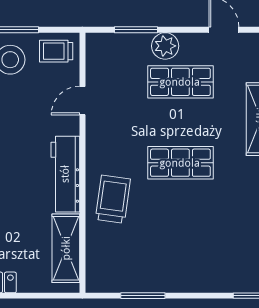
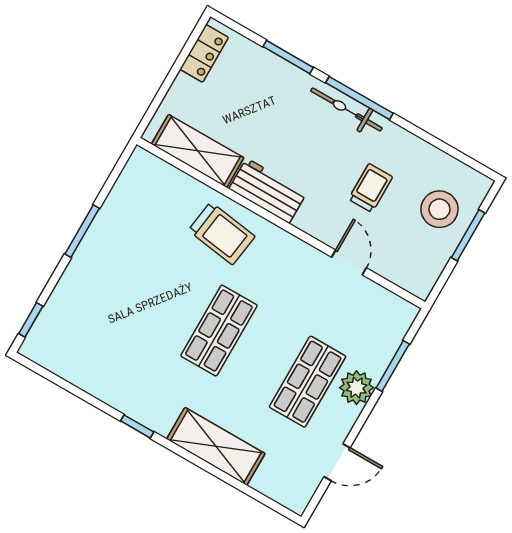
trolley: (56, 51) -> (370, 188), moved
workbench: (65, 174) -> (268, 191), width x0.73
window: (143, 296) -> (82, 231), moved

